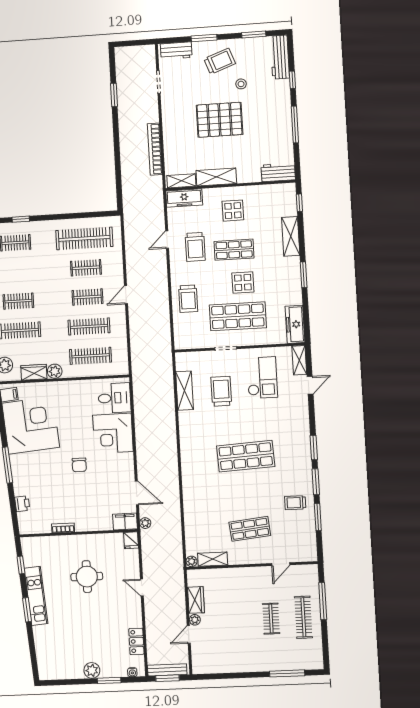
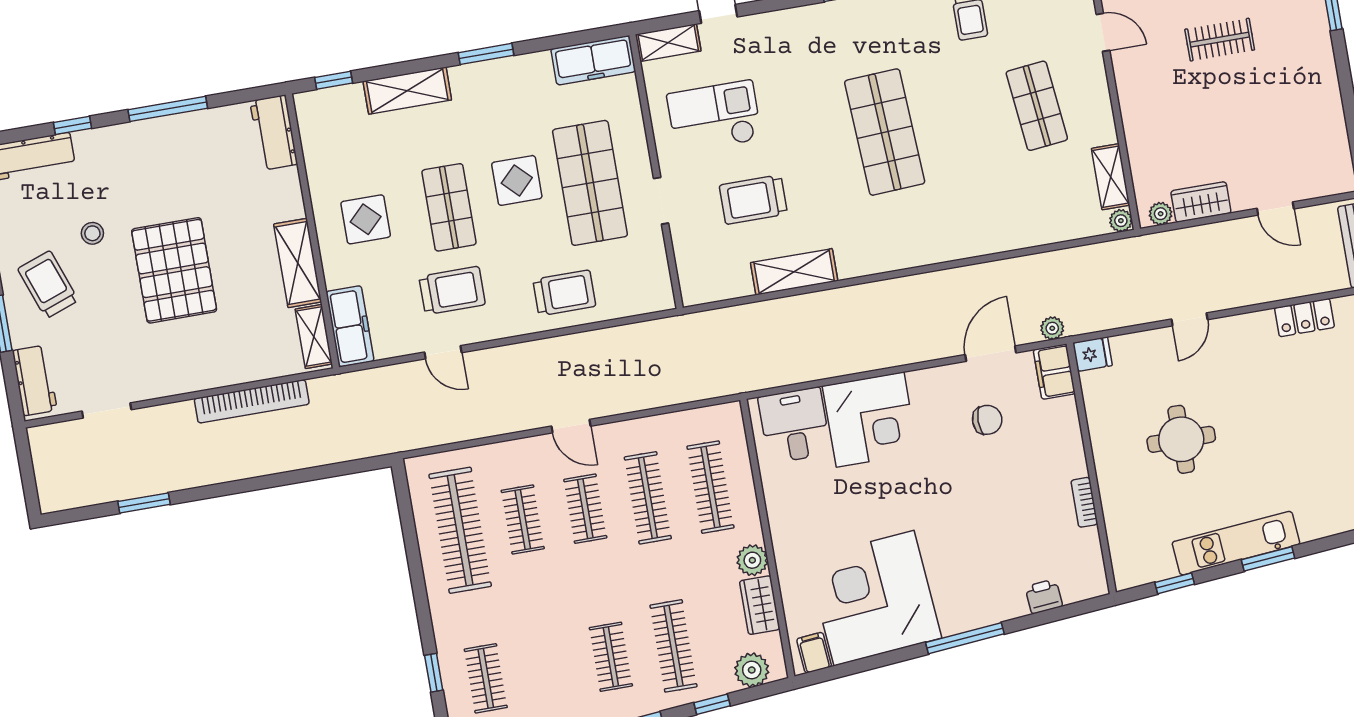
shelving: (185, 391) -> (794, 272), moved
chair: (79, 465) -> (987, 420), moved
plant: (195, 620) -> (1161, 214), moved

